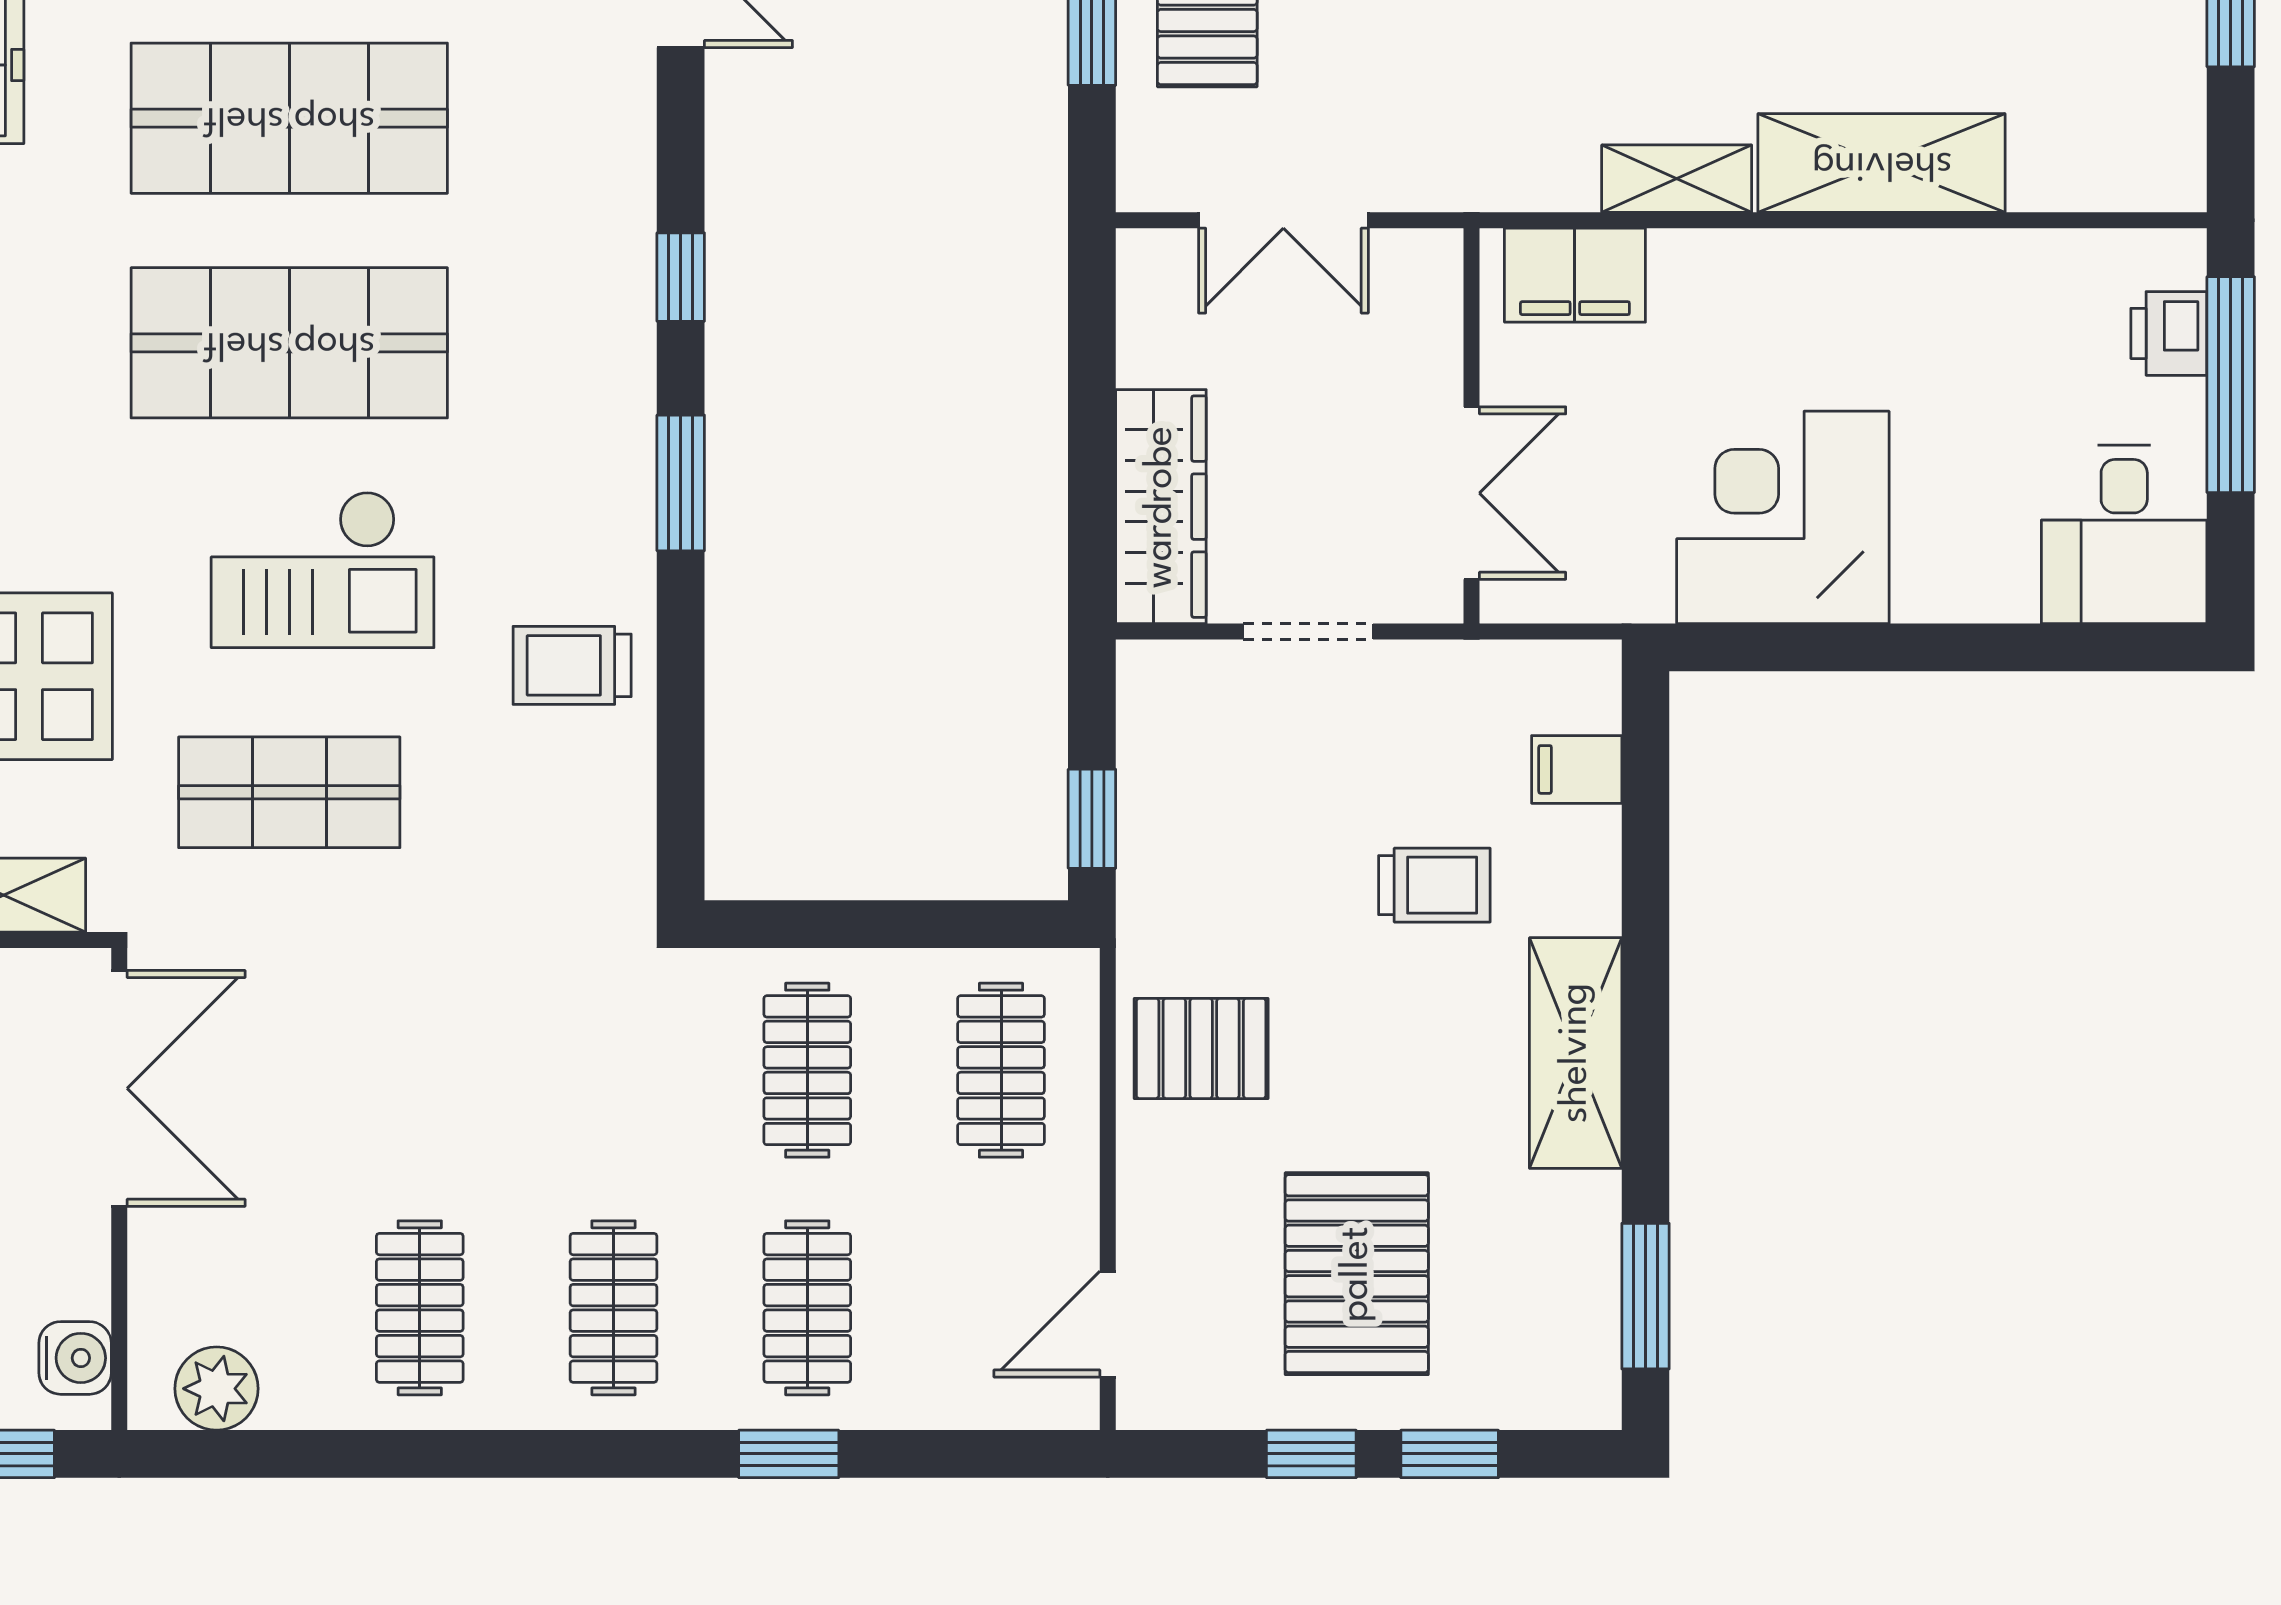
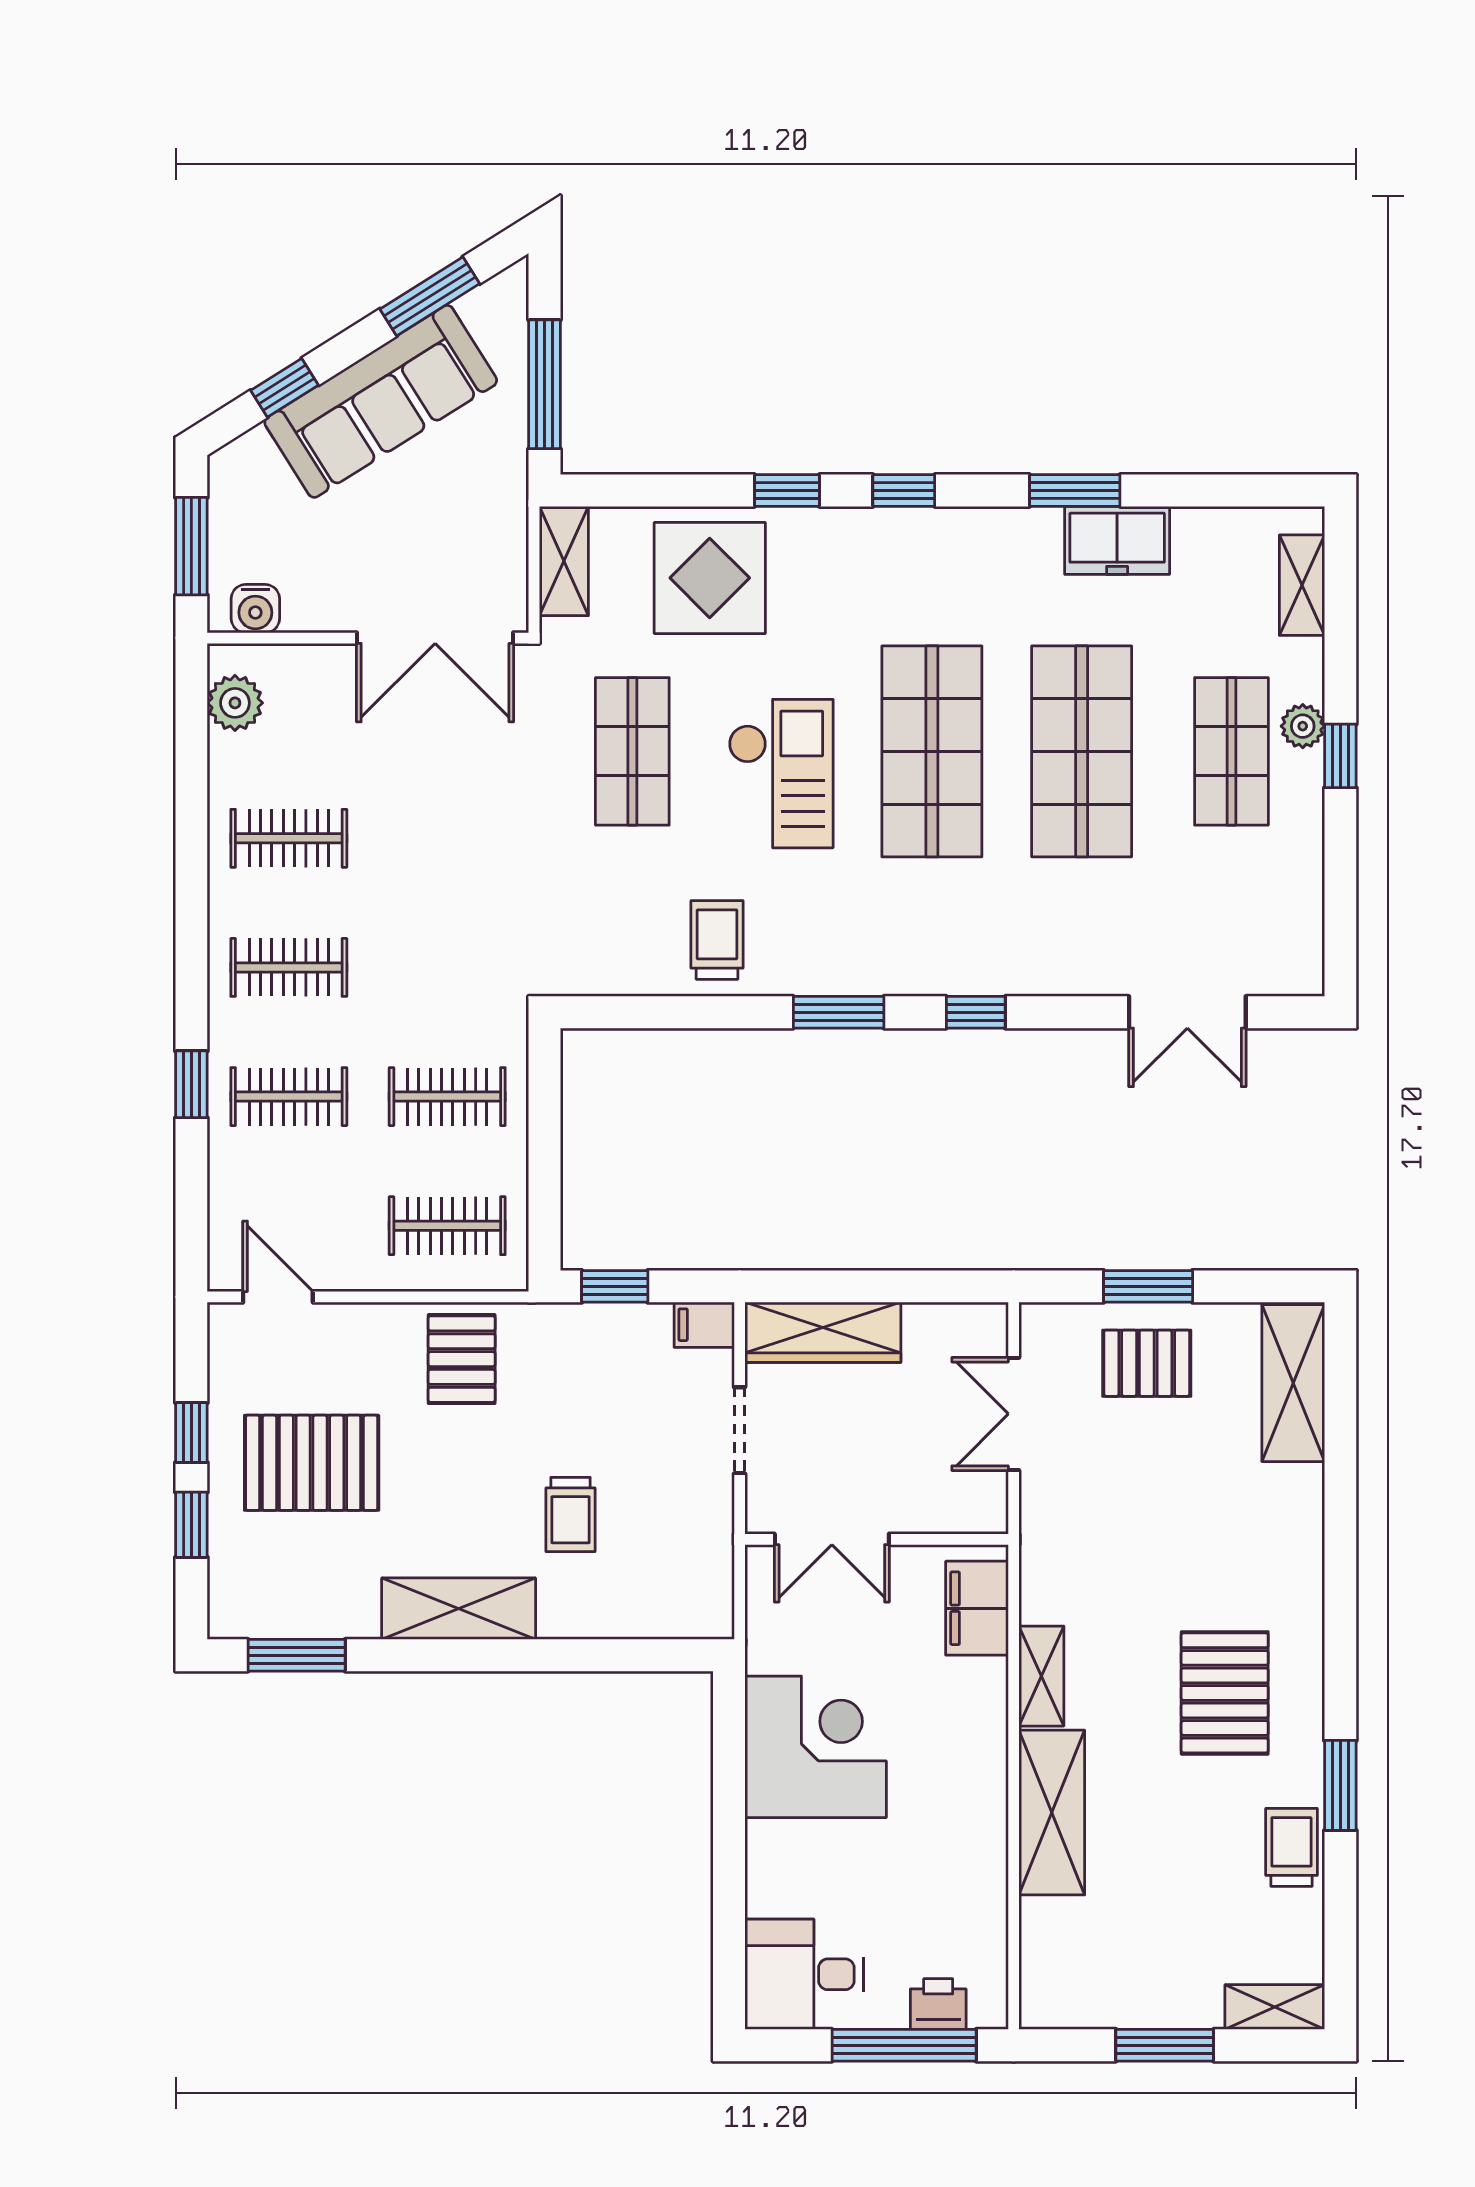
checkout: (323, 569) -> (781, 774), turned 180
filing cabinet: (1577, 769) -> (704, 1325), moved, turned -90

